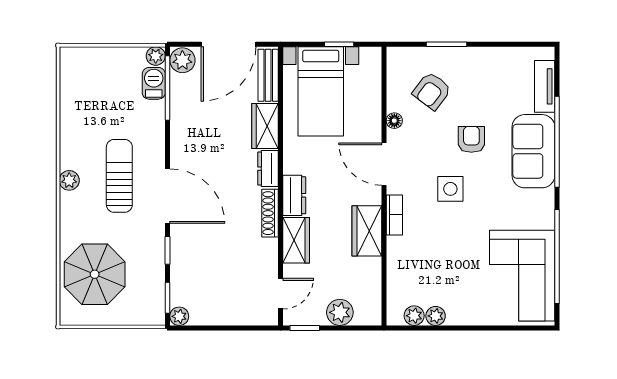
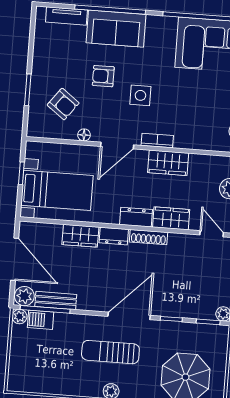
bench: (268, 75) -> (56, 300), moved

